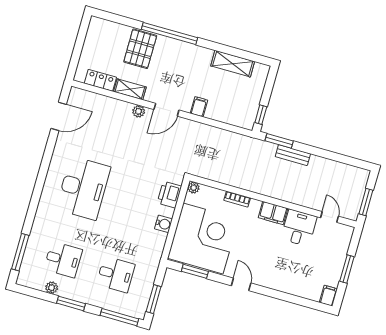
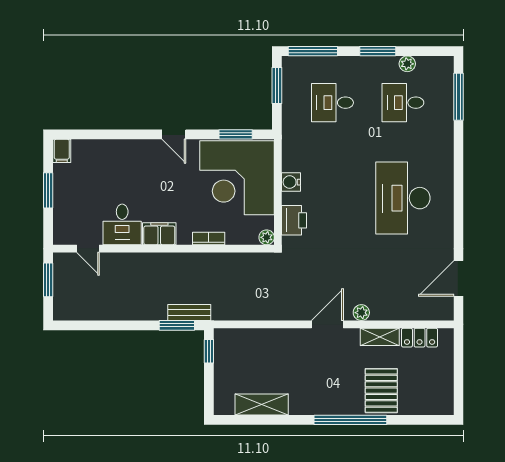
filing cabinet: (199, 107) -> (288, 339), removed
bench: (293, 155) -> (189, 312), moved

